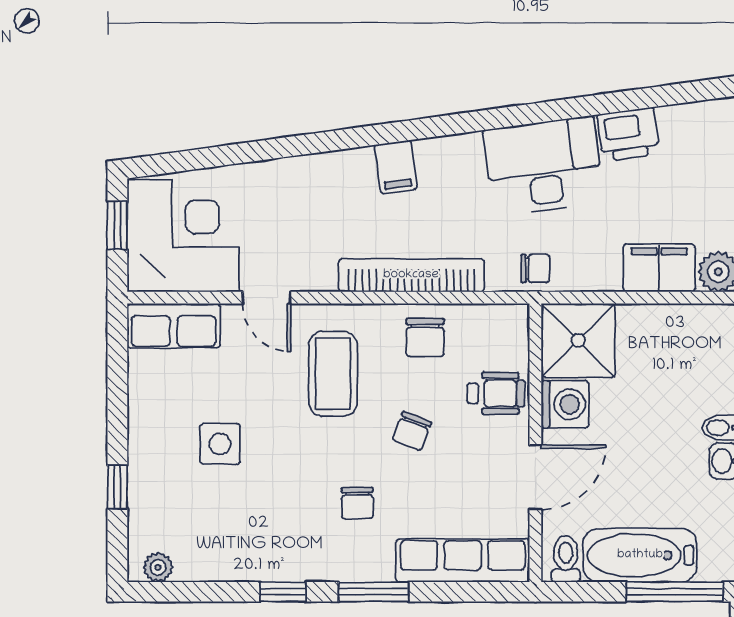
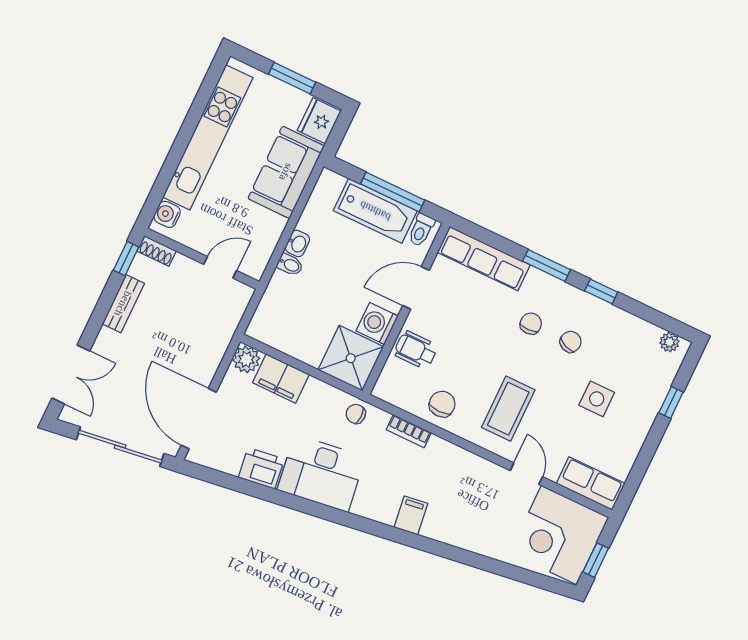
bookcase: (411, 275) -> (409, 431), width x0.43, depth x0.76
chair: (412, 431) -> (571, 342), moved
window: (674, 592) -> (393, 192), moved

